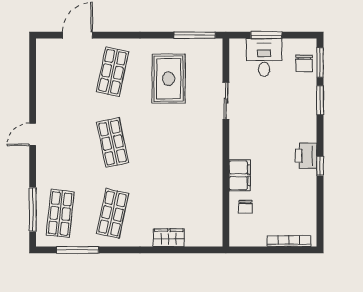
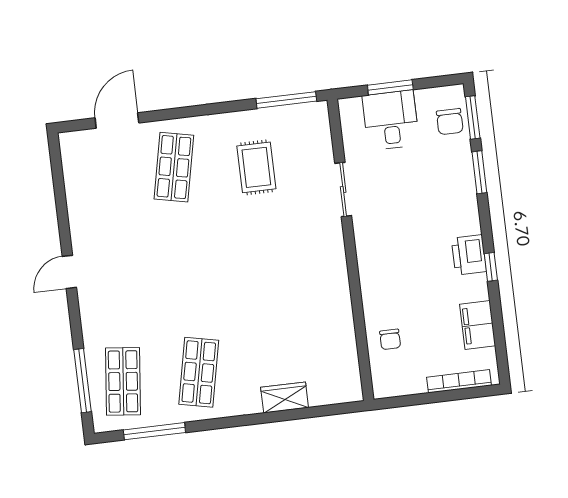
rug: (169, 79) -> (256, 167), width x0.73, depth x0.70
shop shelf: (112, 143) -> (186, 270), removed
filing cabinet: (240, 175) -> (478, 325), moved, turned 180

